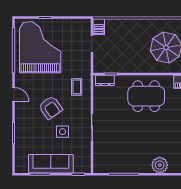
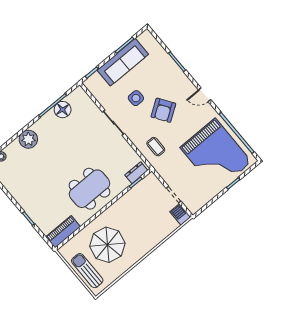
armchair: (51, 108) -> (163, 110), turned -89
floor lamp: (119, 166) -> (63, 110), added

